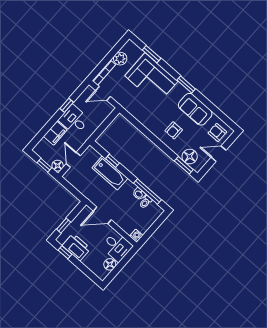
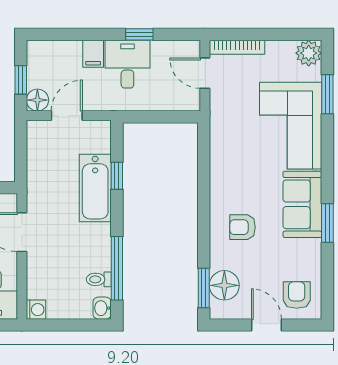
plant: (120, 59) -> (309, 53), moved
window: (186, 85) -> (327, 223), moved
sofa: (195, 109) -> (302, 204), moved
filing cabinet: (55, 133) -> (93, 54), width x0.50
washbasin: (139, 194) -> (102, 308), moved

